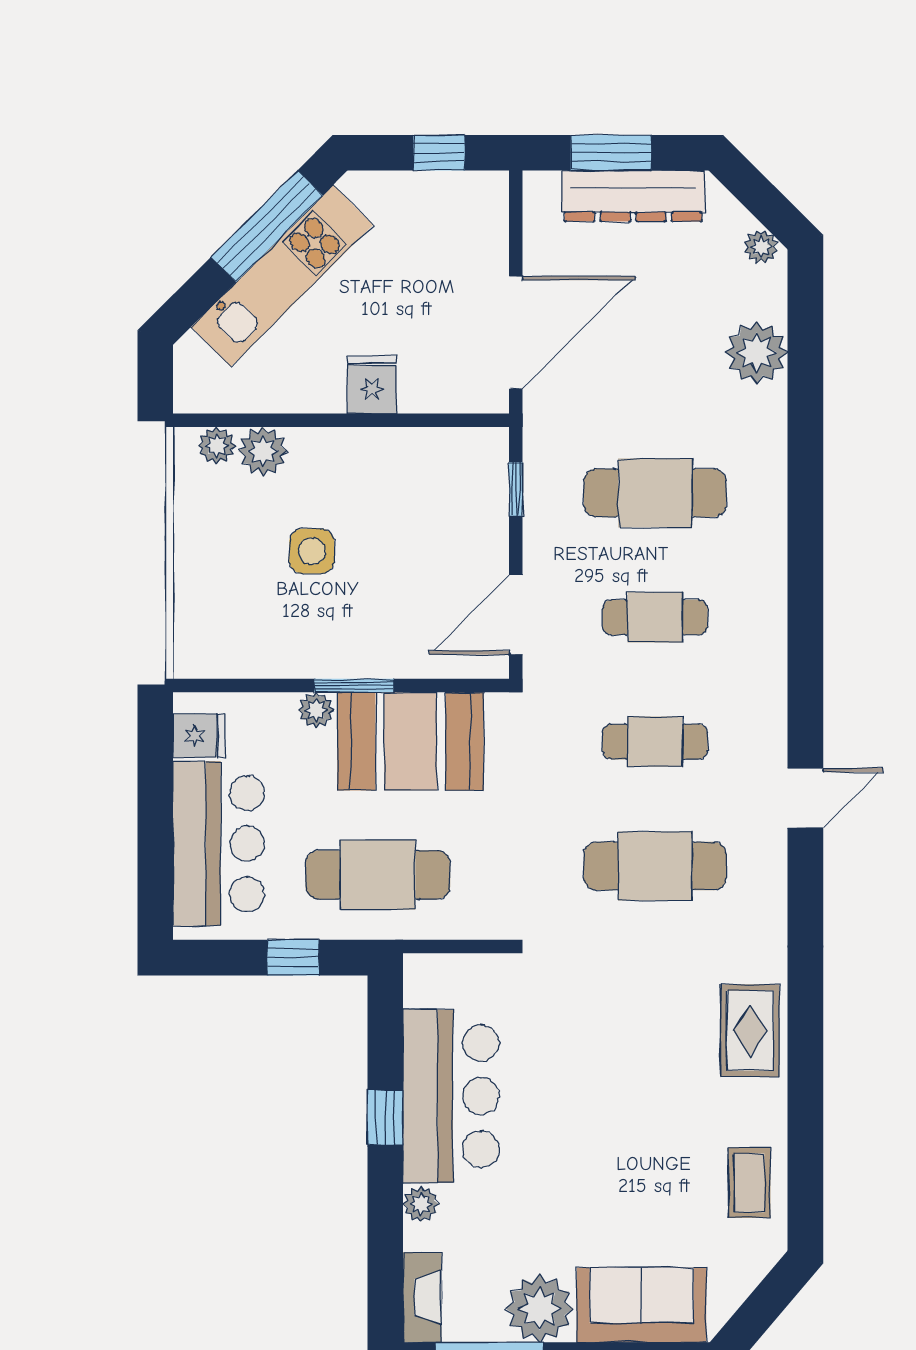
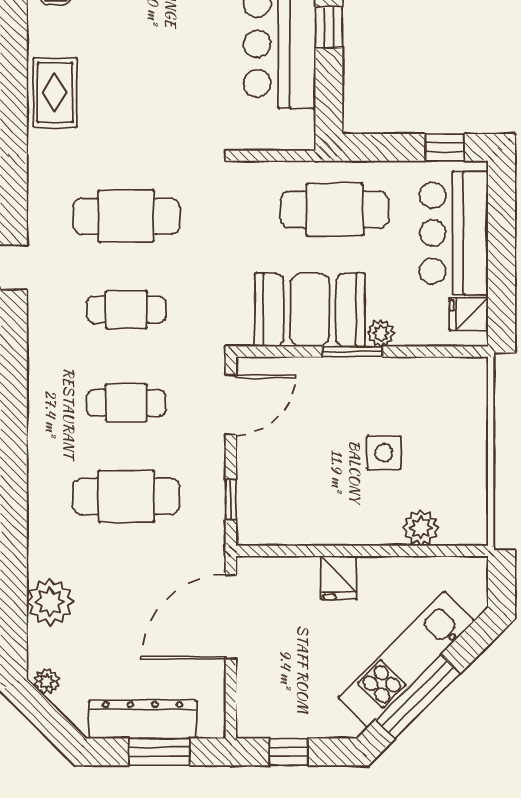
plant: (217, 445) -> (455, 532), removed
window: (293, 958) -> (445, 147), moved

